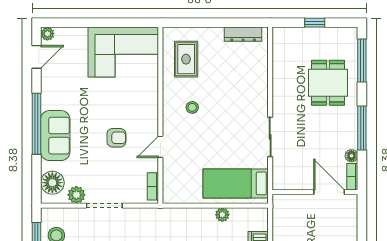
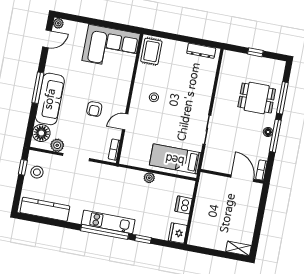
rug: (186, 59) -> (151, 51), moved
window: (362, 60) -> (282, 98), moved
dining table: (328, 83) -> (257, 98), turned 90
window: (37, 124) -> (38, 88), width x0.68
sofa: (55, 136) -> (50, 99), width x1.36
armchair: (116, 138) -> (94, 109), turned 90
floor lamp: (351, 156) -> (268, 132), moved
plant: (222, 215) -> (149, 178), moved

